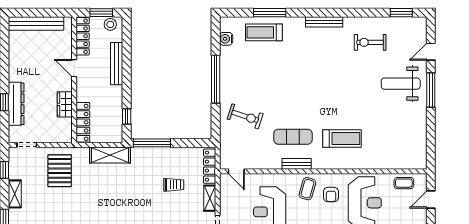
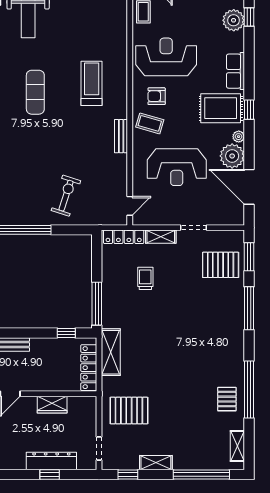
locker: (83, 122) -> (89, 368), moved, turned -90
exercise mat: (293, 137) -> (35, 92), moved
armchair: (331, 195) -> (157, 96), turned 180

